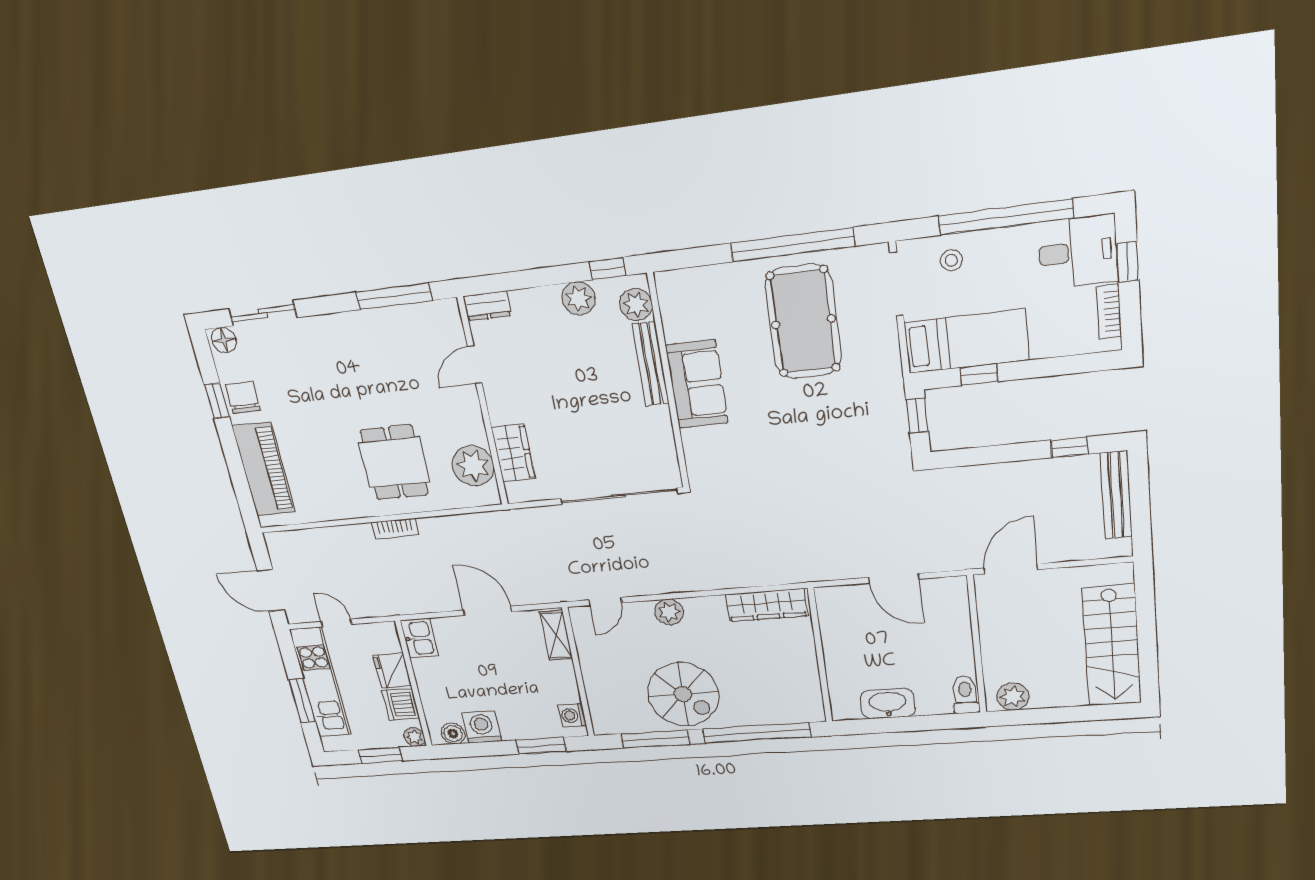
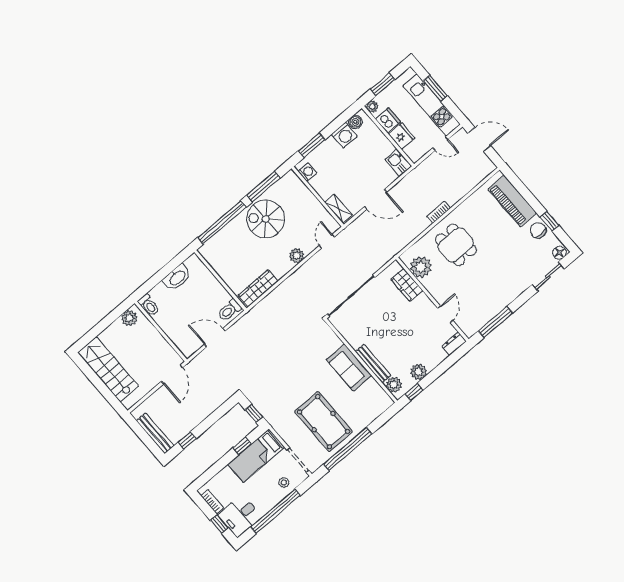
chair: (243, 398) -> (538, 230), turned 180
toilet: (838, 603) -> (229, 310), added

